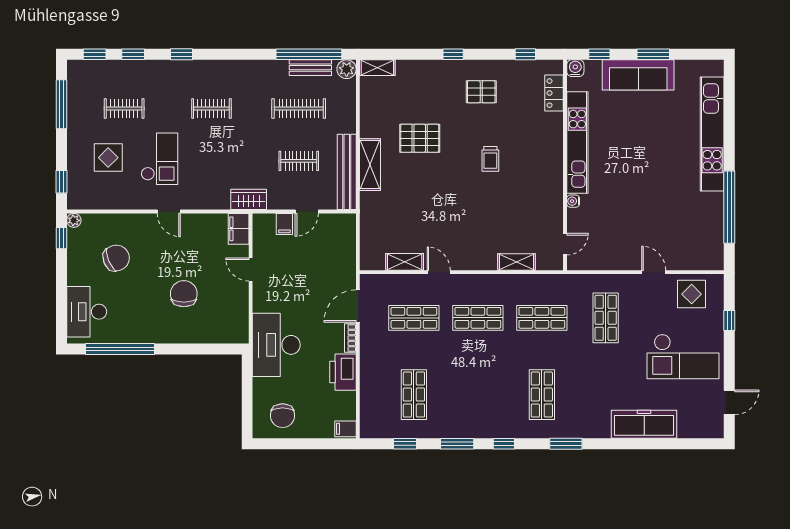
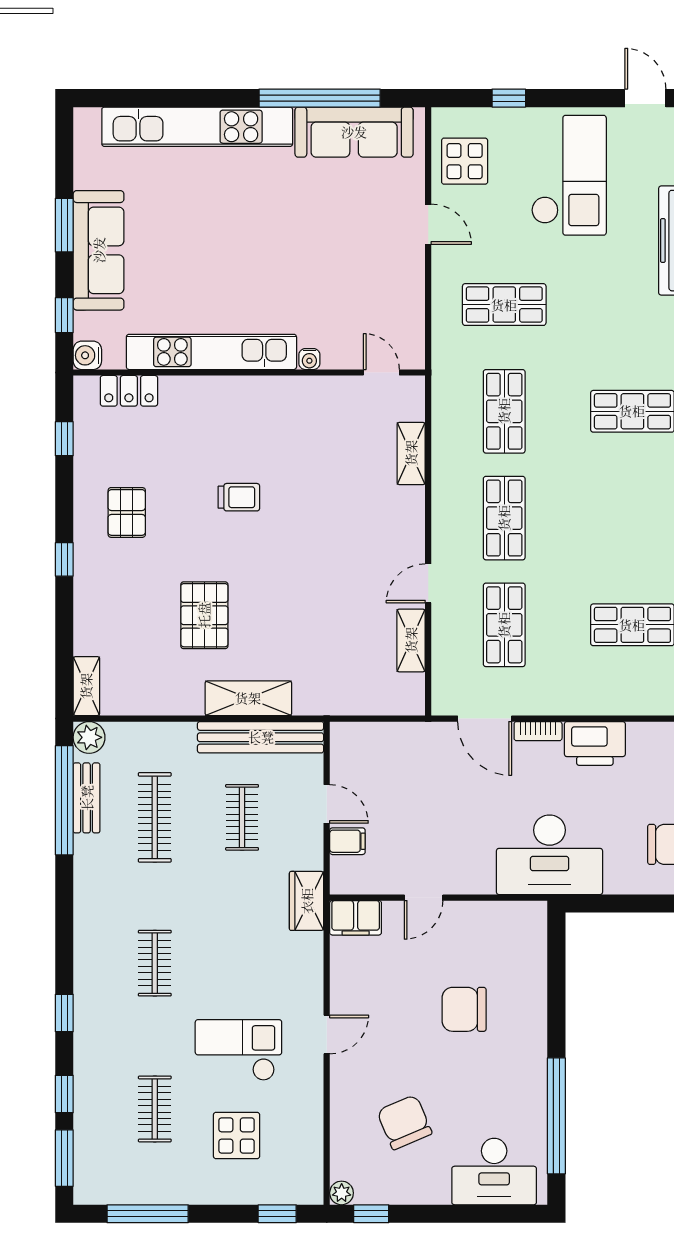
window: (95, 54) -> (64, 1158), width x1.50
sofa: (709, 228) -> (354, 132), added
door: (654, 272) -> (428, 224), swing flipped

